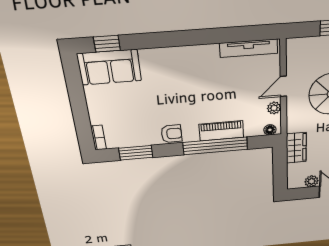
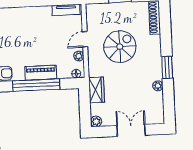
tv unit: (249, 48) -> (66, 10), width x0.71
plant: (311, 181) -> (96, 121), moved

